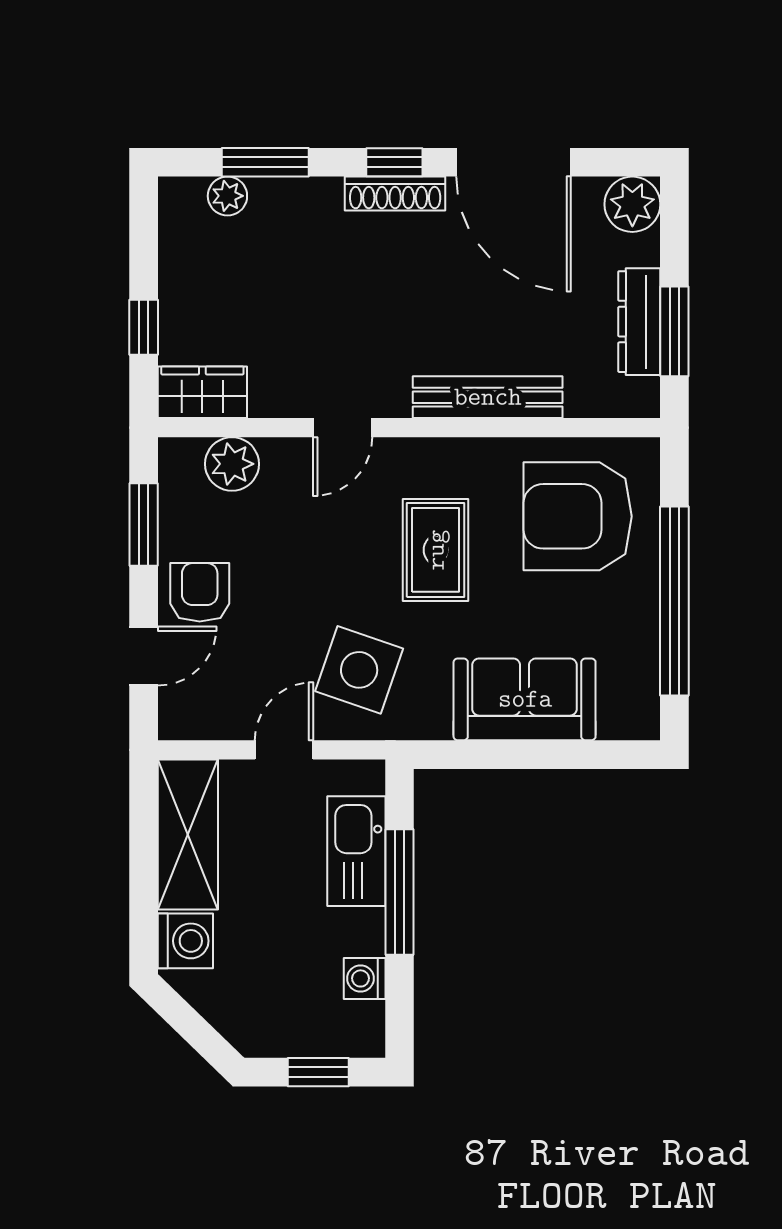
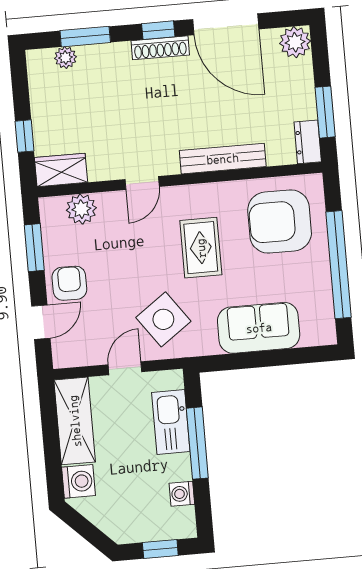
dresser: (639, 322) -> (308, 142), moved, width x0.70
side table: (359, 670) -> (163, 319), turned 35

